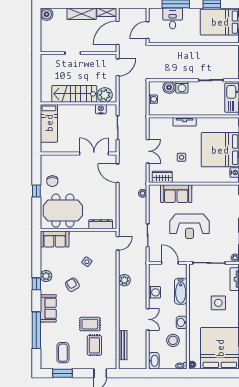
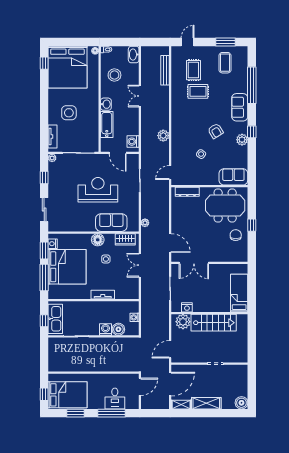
floor lamp: (190, 176) -> (98, 240), added
washing machine: (155, 292) -> (133, 142), moved
washbasin: (182, 322) -> (106, 104), moved

